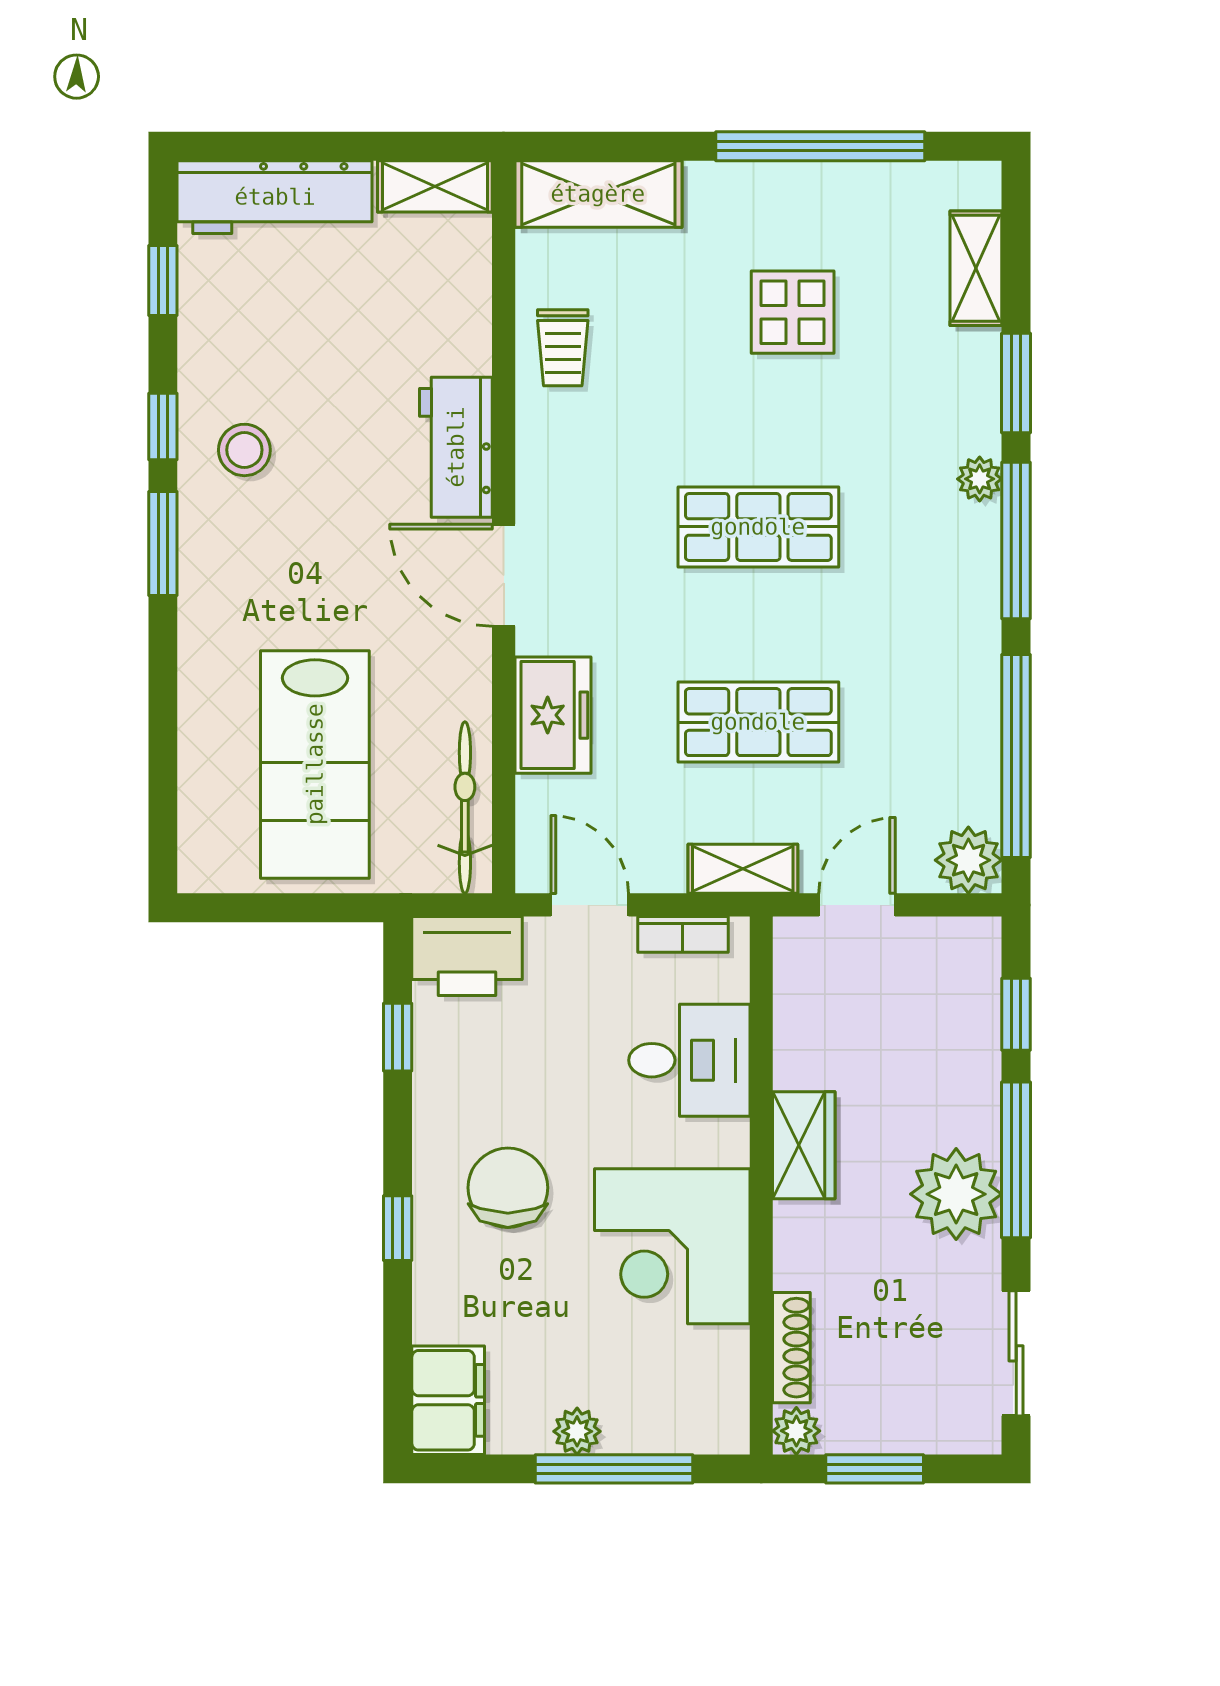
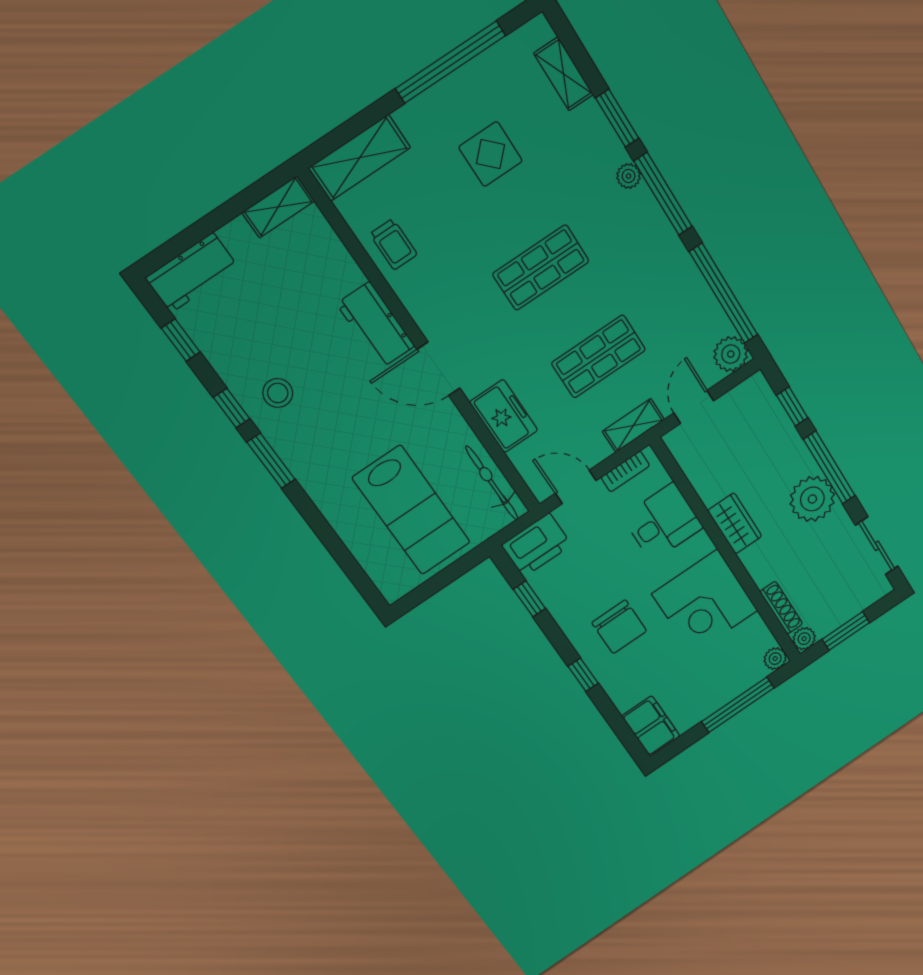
workbench: (275, 197) -> (192, 273), width x0.73
chair: (508, 1188) -> (619, 627), turned 180
plant: (577, 1431) -> (775, 659), moved

